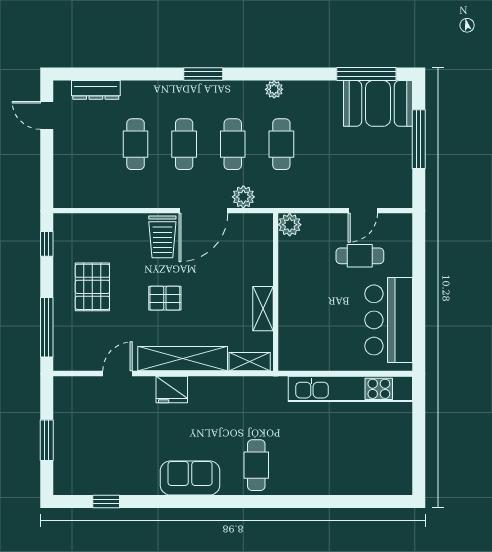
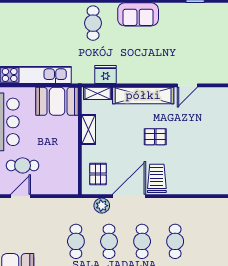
plant: (290, 225) -> (70, 187), removed
pallet: (92, 287) -> (98, 174), moved, width x0.67, depth x0.71
booth: (309, 350) -> (57, 101), added
fridge: (172, 389) -> (106, 75), moved

